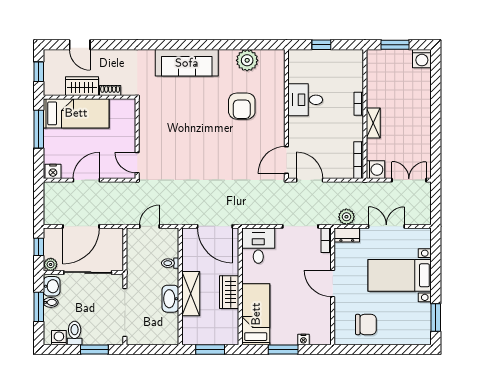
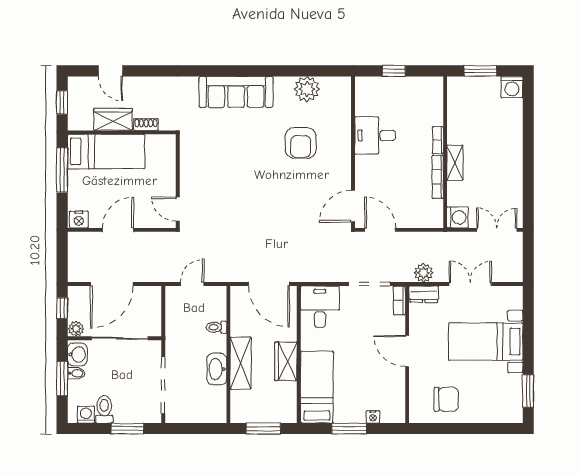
bookcase: (359, 160) -> (438, 177), moved

